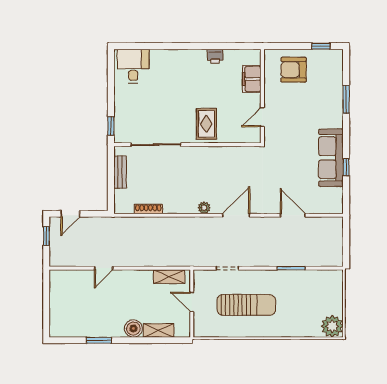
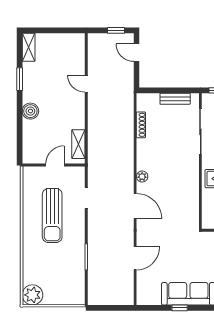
shelving: (159, 330) -> (29, 47), moved

